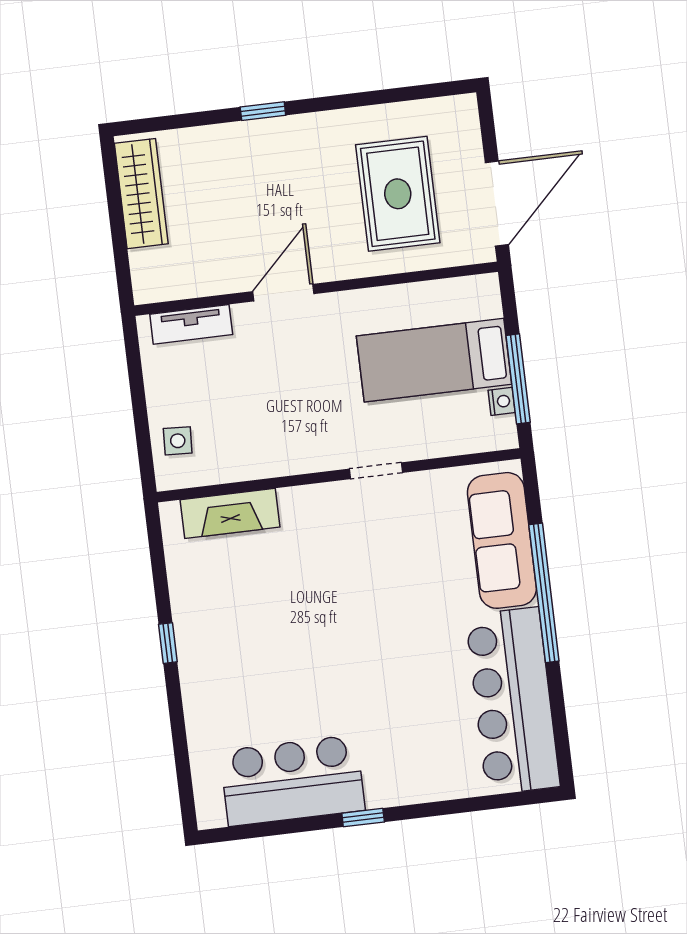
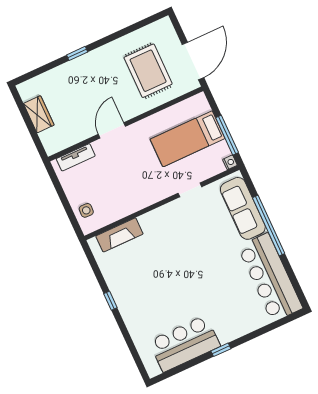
wardrobe: (141, 194) -> (39, 114), width x0.67
nightstand: (502, 401) -> (230, 162), moved
doorway: (376, 471) -> (190, 190), moved

